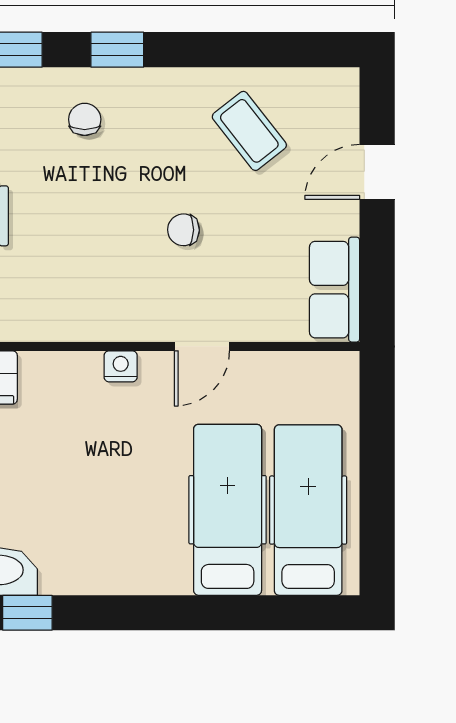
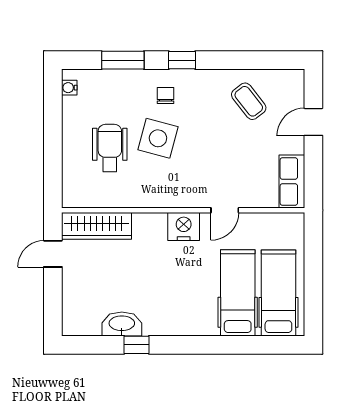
side table: (70, 204) -> (158, 138), added
chair: (183, 230) -> (215, 151), removed
nightstand: (121, 366) -> (184, 227), width x1.89, depth x1.79

